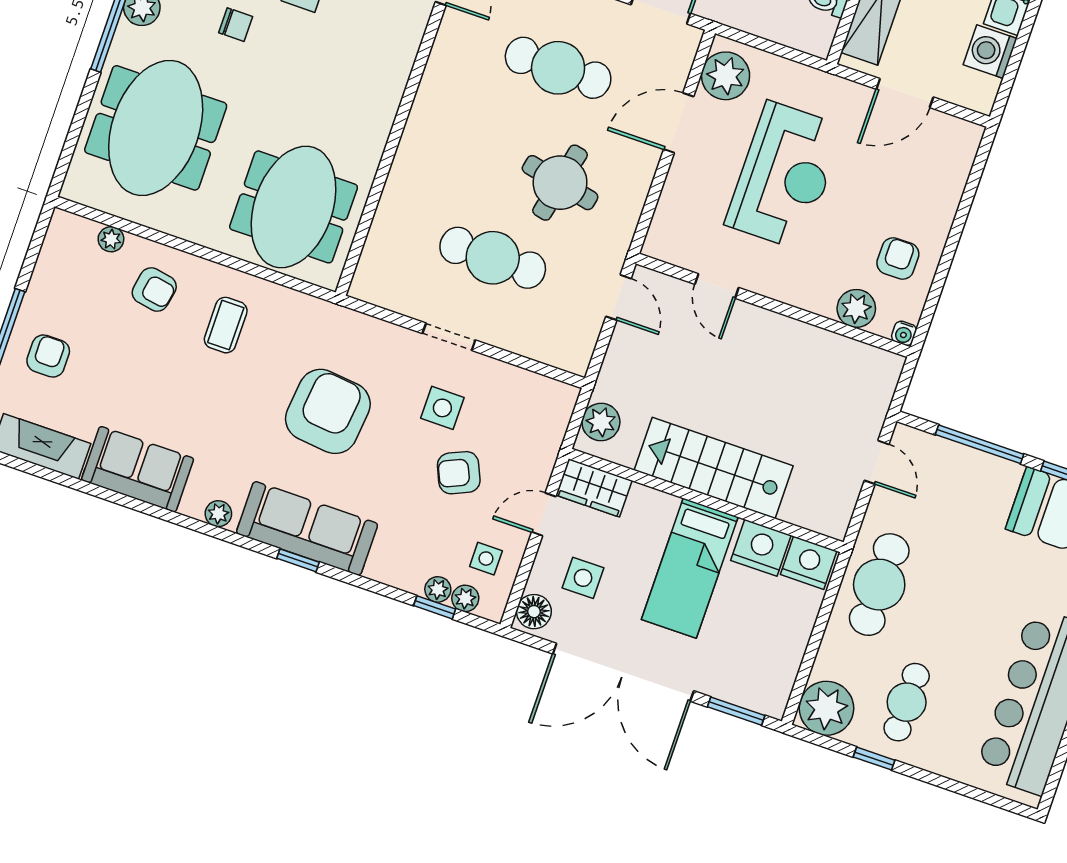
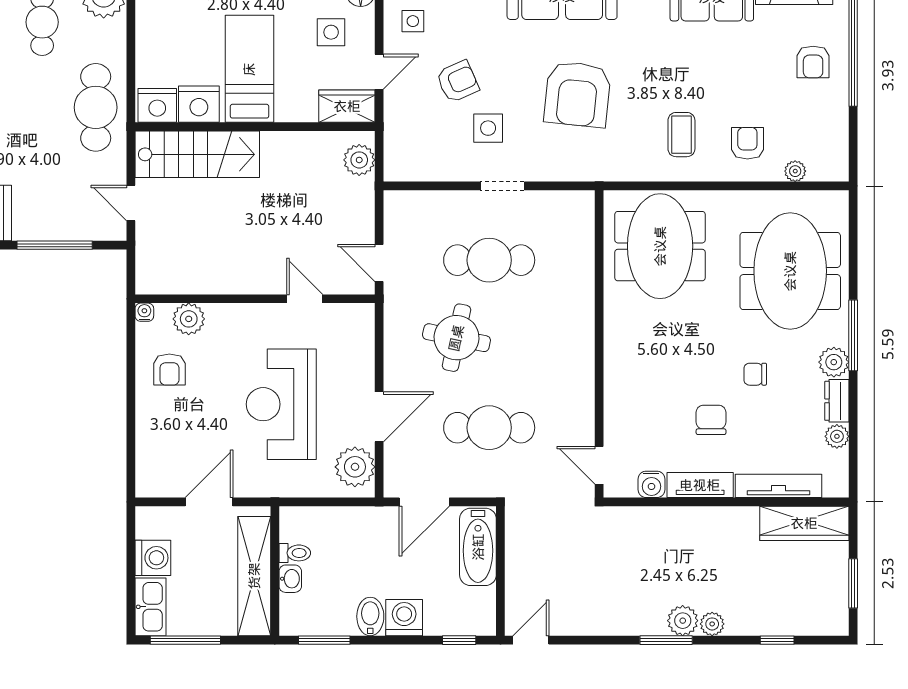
armchair: (154, 290) -> (747, 143), turned 80
stairs: (714, 468) -> (197, 154), moved

